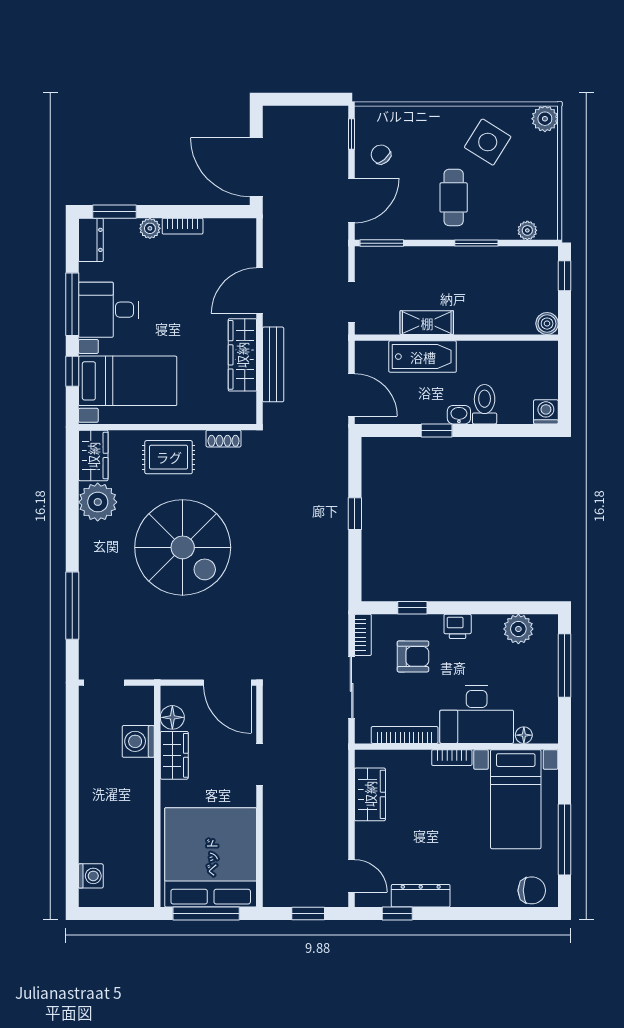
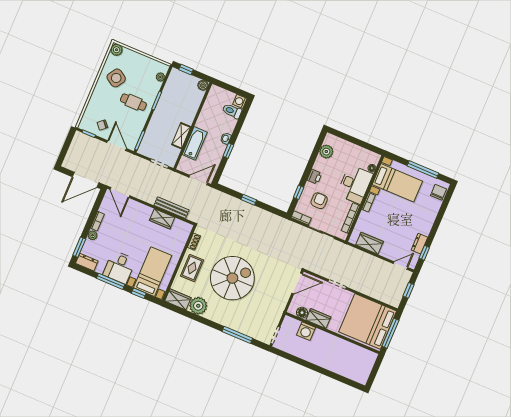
door: (260, 291) -> (120, 193), moved
wardrobe: (242, 355) -> (162, 219), width x0.67
toilet: (485, 404) -> (232, 111), moved
window: (564, 666) -> (350, 139), removed
washing machine: (91, 876) -> (354, 375), removed
dresser: (421, 896) -> (419, 244), width x0.70

